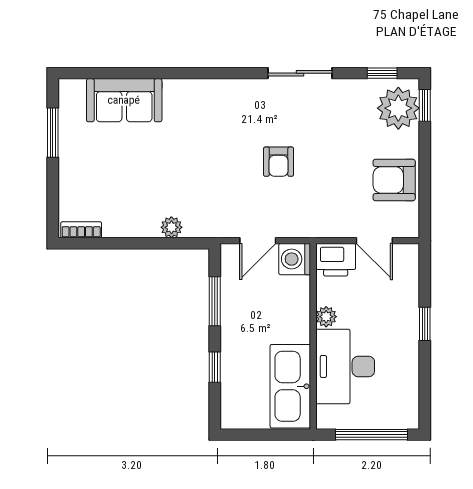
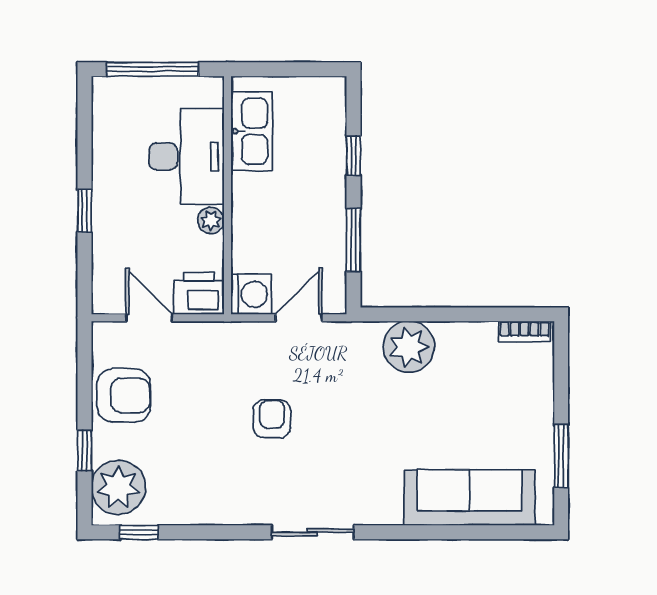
sliding door: (300, 73) -> (313, 532), moved
sofa: (124, 100) -> (470, 498), width x1.36
window: (425, 105) -> (85, 451), moved
plant: (171, 227) -> (409, 347), width x1.87, depth x1.87
kitchen sink: (290, 386) -> (252, 131), width x0.73, depth x0.81

